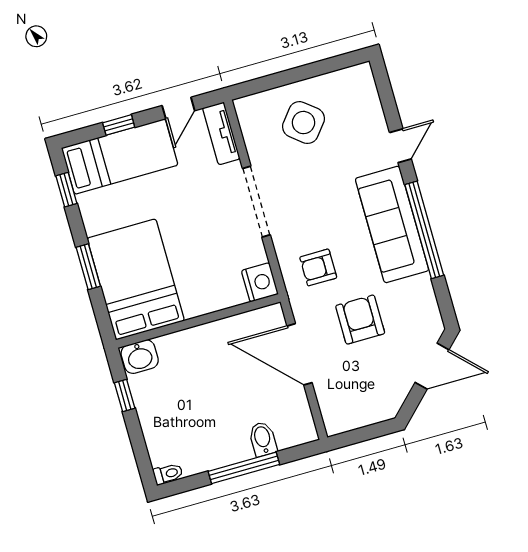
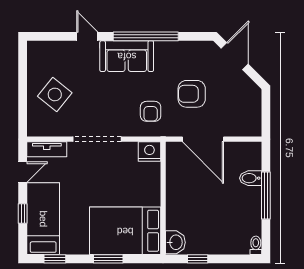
door: (178, 108) -> (23, 172), hinge flipped
sofa: (392, 224) -> (127, 56), width x0.73
door: (300, 354) -> (203, 139), hinge flipped

